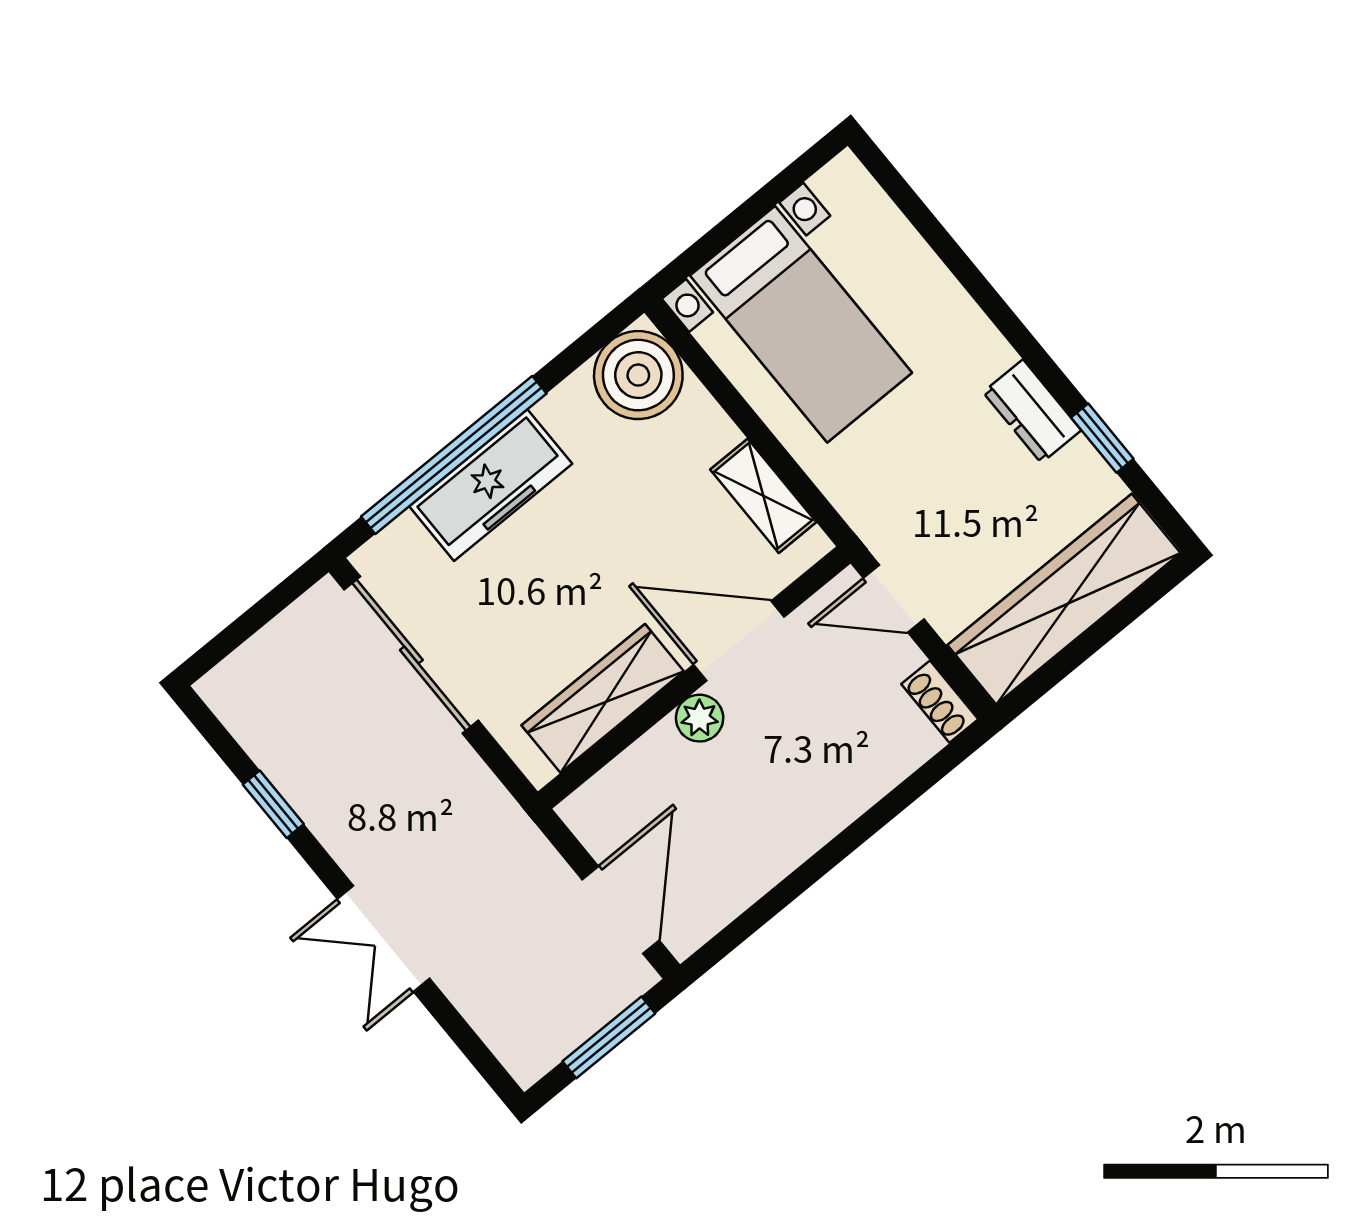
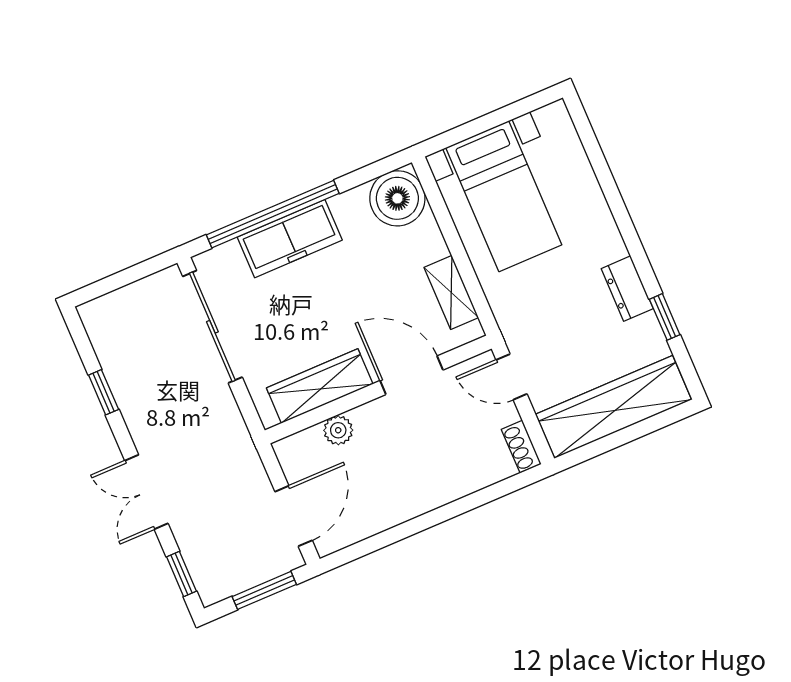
plant: (700, 718) -> (338, 430), moved
window: (474, 1049) -> (182, 574), added

